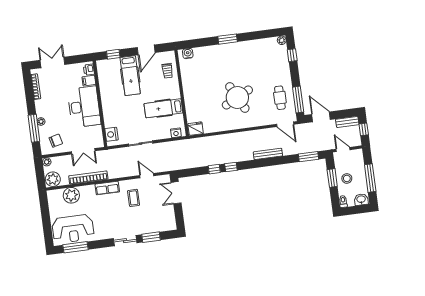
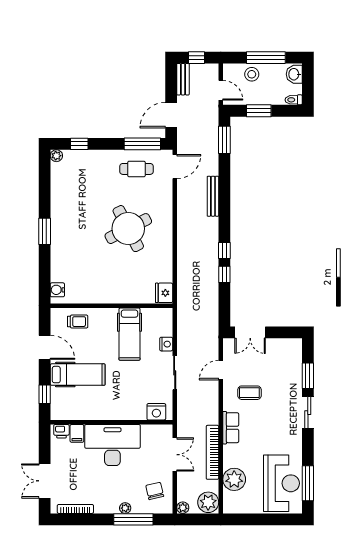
nightstand: (176, 133) -> (166, 344), moved
door: (343, 149) -> (221, 90), swing flipped
stool: (347, 178) -> (252, 74), moved

